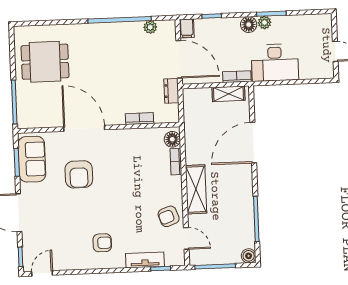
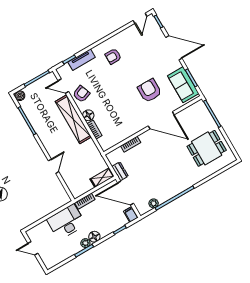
shelving: (229, 94) -> (102, 178), moved
floor lamp: (172, 139) -> (88, 115), moved
door: (253, 143) -> (53, 166), width x0.53
shelving: (196, 189) -> (73, 119), width x1.47

